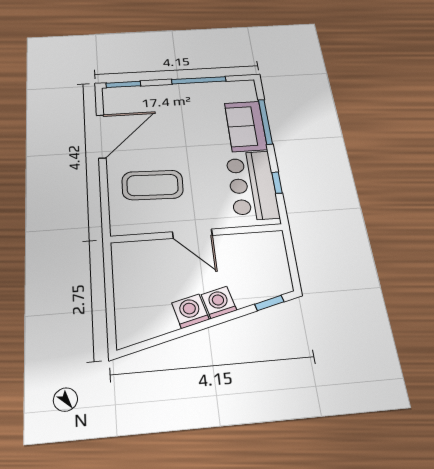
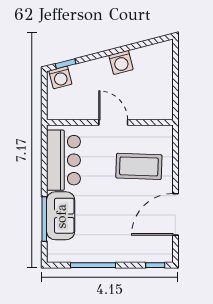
window: (123, 84) -> (155, 265), width x0.67
window: (277, 183) -> (44, 161), removed
washing machine: (219, 302) -> (60, 77), moved

